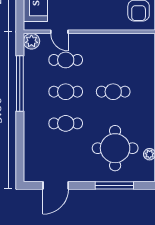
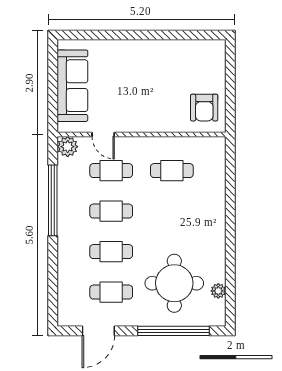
cafe table: (113, 92) -> (172, 171), moved
cafe table: (66, 155) -> (111, 292), added
window: (114, 185) -> (173, 331), width x1.46

